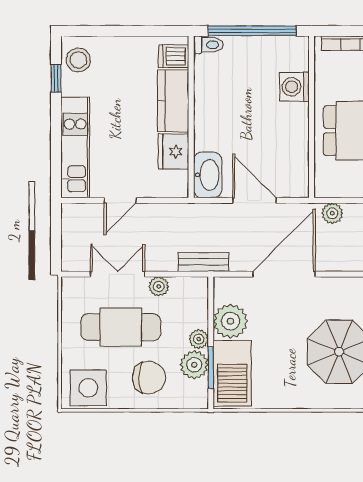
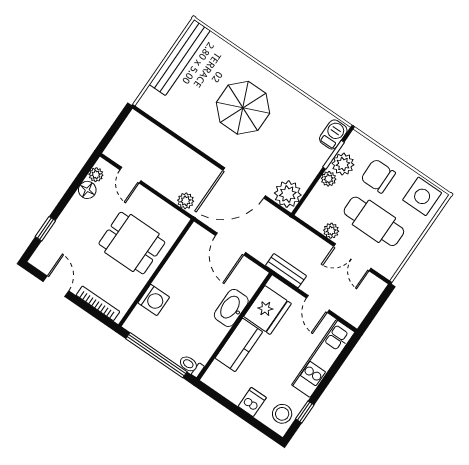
dishwasher: (174, 56) -> (252, 402), moved, turned -90
fridge: (173, 152) -> (267, 310), width x1.36, depth x1.34
washbasin: (208, 175) -> (231, 308), moved
door: (120, 200) -> (318, 304), swing flipped
bench: (204, 262) -> (286, 271), moved
plant: (230, 321) -> (288, 194), moved
barbecue: (232, 373) -> (333, 134), width x0.53, depth x0.65

